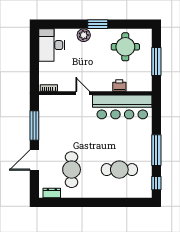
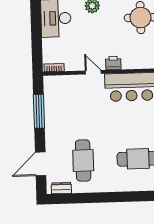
printer: (119, 86) -> (113, 63), moved
door: (34, 160) -> (41, 164), moved

